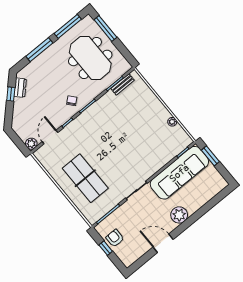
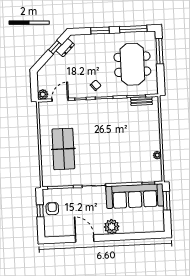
window: (39, 50) -> (100, 30), width x0.69

